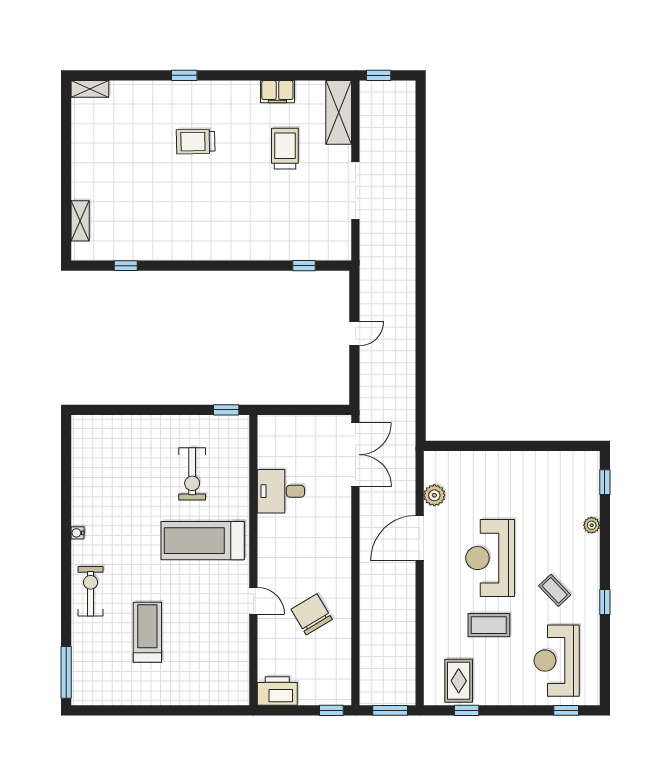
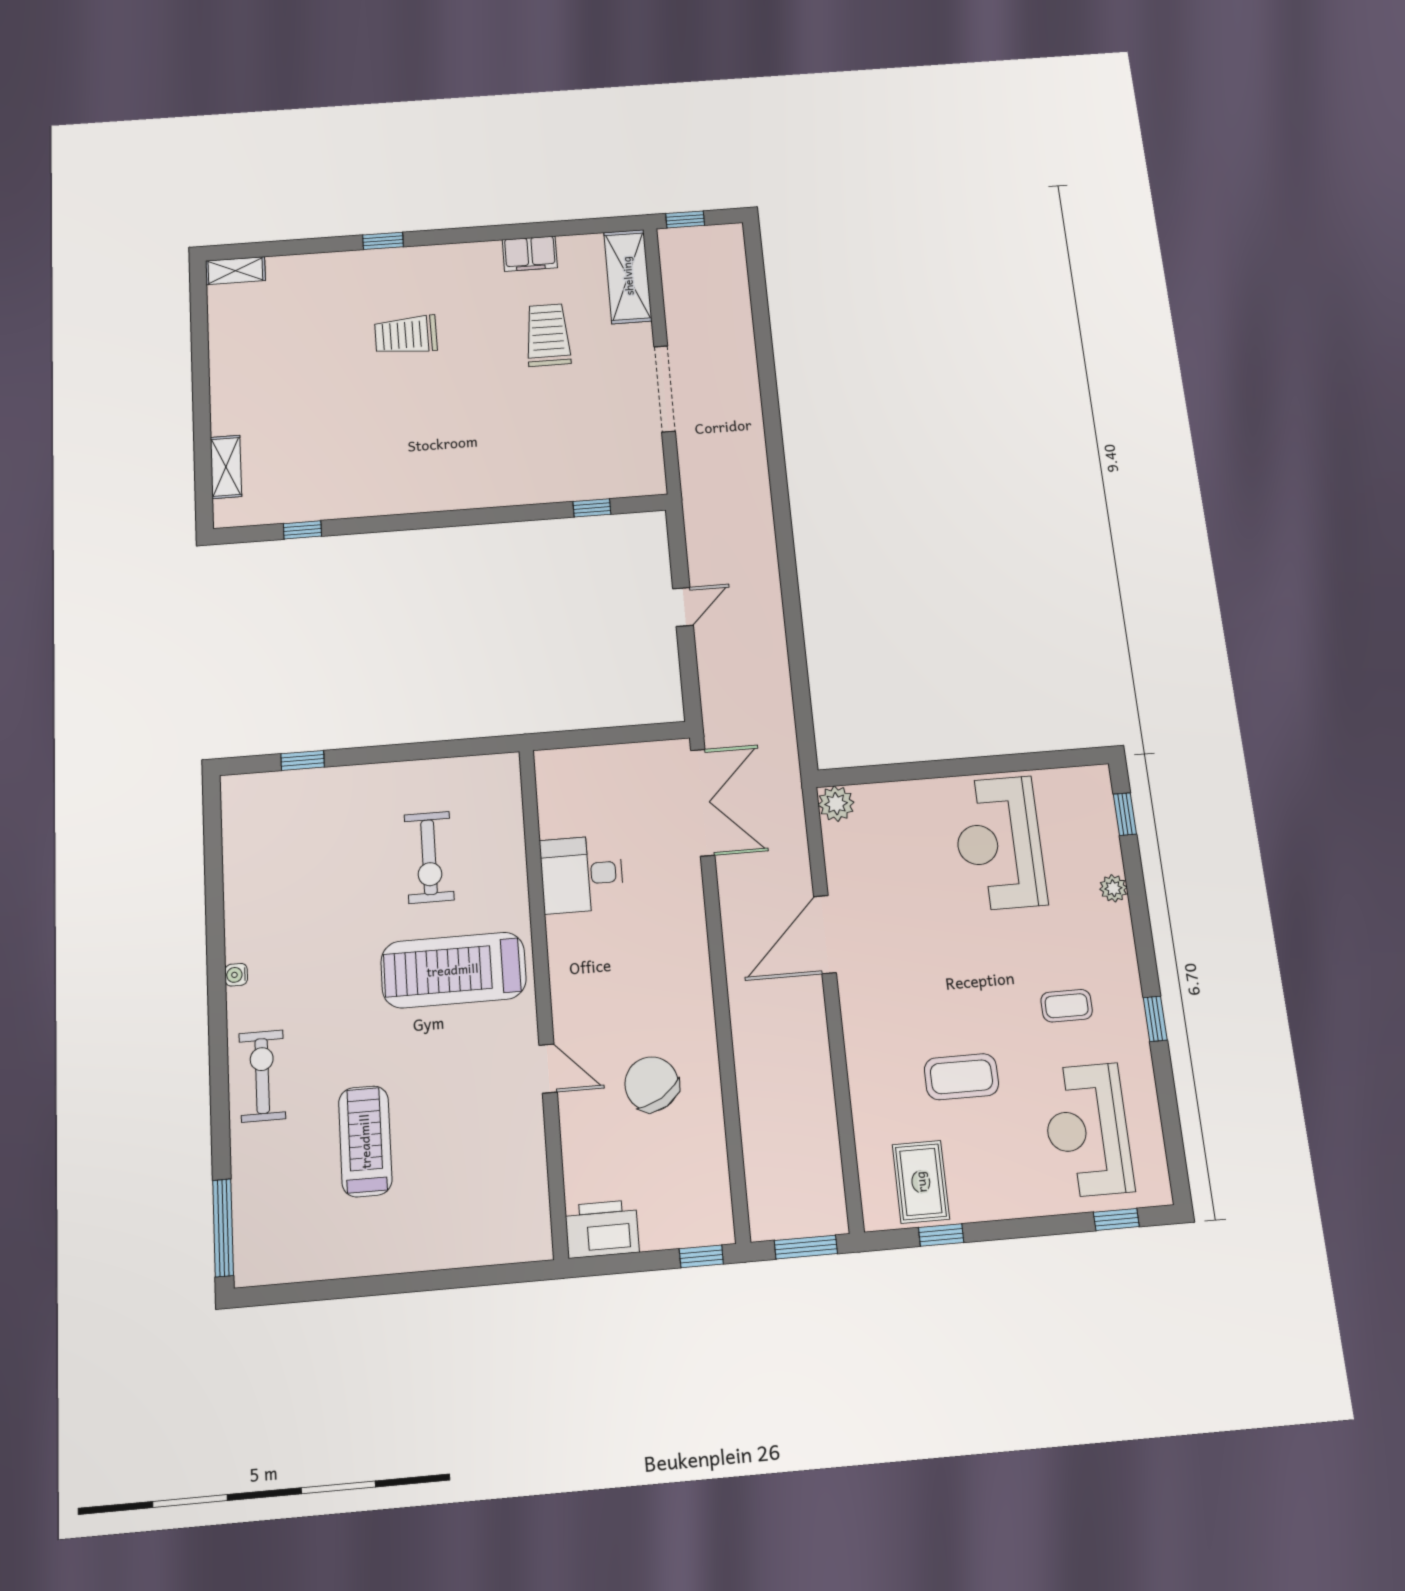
window: (226, 410) -> (303, 760), moved
plant: (434, 495) -> (836, 804), moved
reception desk: (490, 558) -> (999, 843), moved
coffee table: (555, 590) -> (1067, 1006), turned -46

